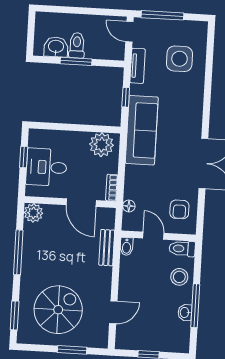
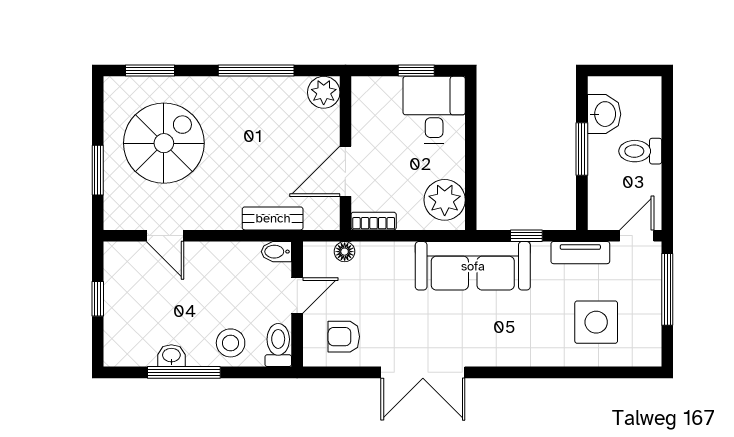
toilet: (77, 45) -> (640, 151), moved, turned 180
desk: (46, 167) -> (434, 110), moved
spiral stairs: (58, 310) -> (164, 143), turned -90

